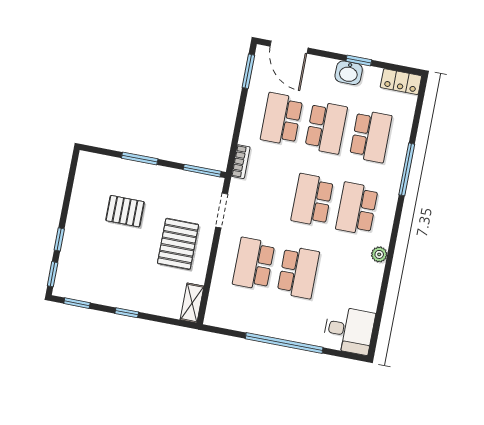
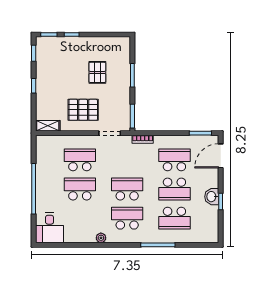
locker: (401, 82) -> (212, 231), removed
school desk: (298, 272) -> (80, 189), turned 180

